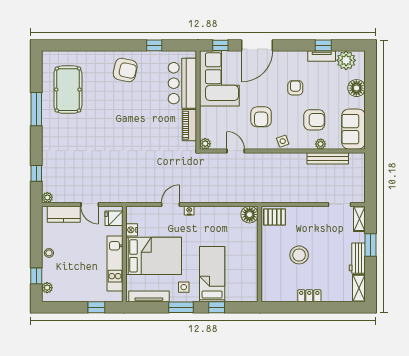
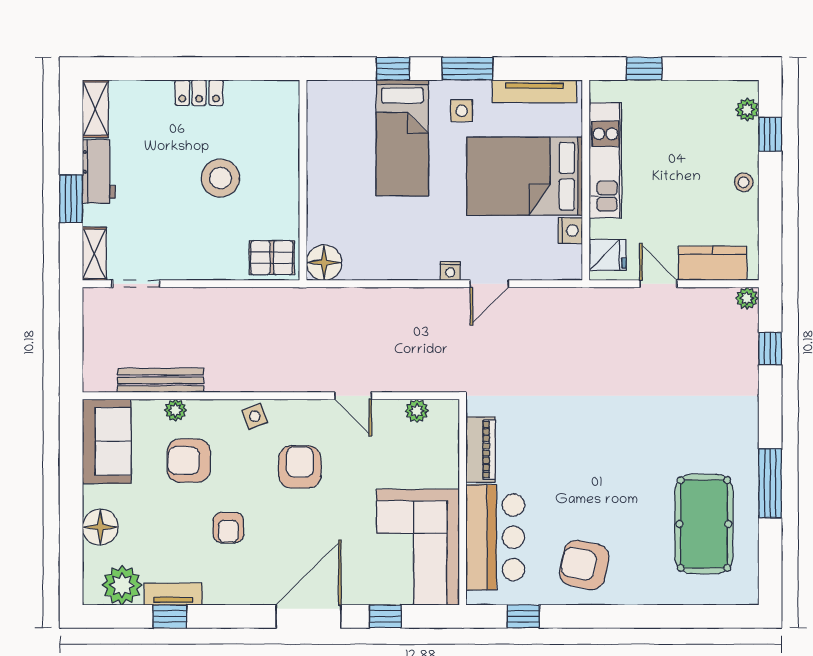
corner sofa: (219, 78) -> (418, 547), moved
bar counter: (182, 83) -> (495, 537), moved
wall: (198, 100) -> (463, 502), moved
piano: (189, 125) -> (481, 450), moved

